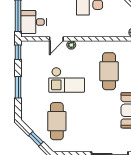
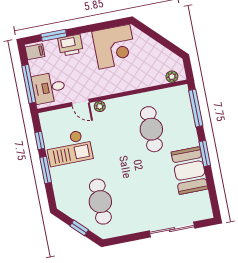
door: (56, 39) -> (80, 103), hinge flipped
window: (18, 52) -> (40, 140), moved
checkout: (67, 80) -> (69, 148), moved

